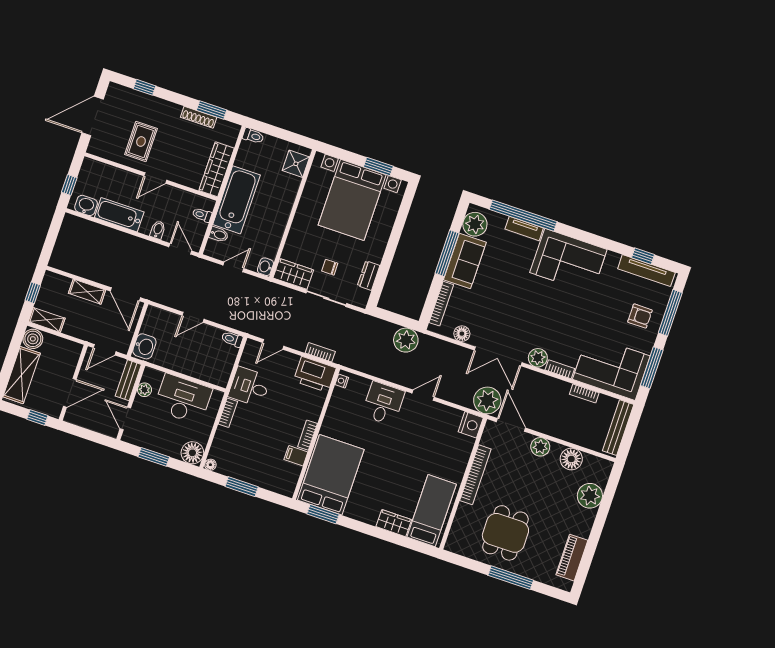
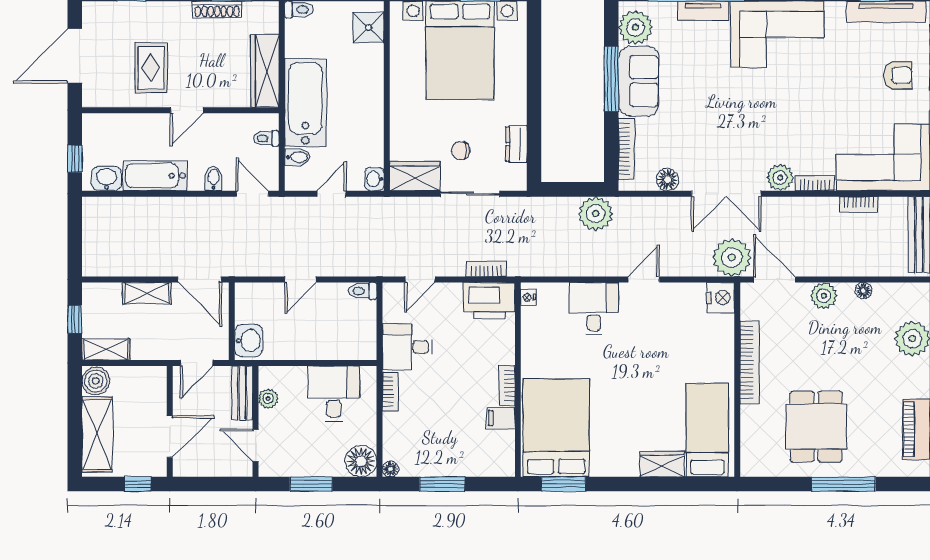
desk: (183, 399) -> (334, 394), width x0.73
floor lamp: (571, 459) -> (863, 291), width x0.53, depth x0.53

